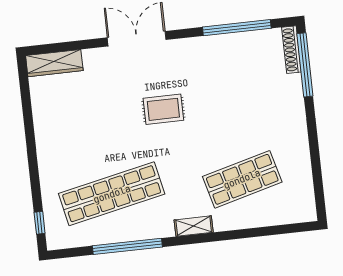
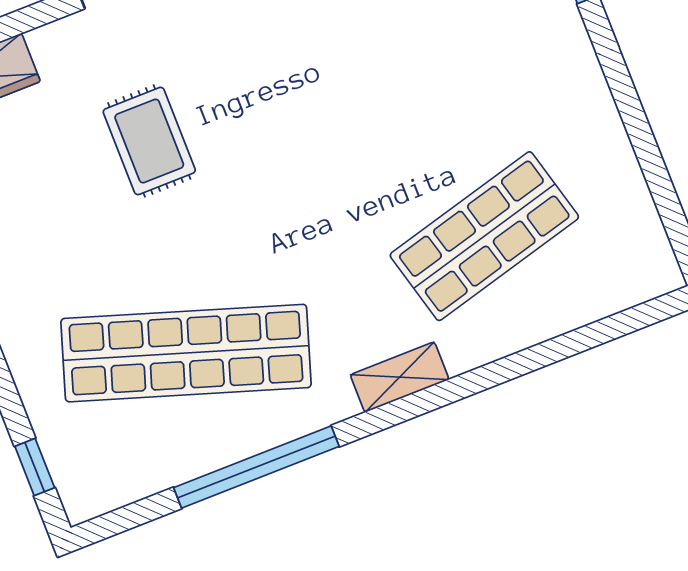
rug: (163, 109) -> (149, 141), moved, turned 90
shop shelf: (112, 194) -> (186, 353), turned 30

